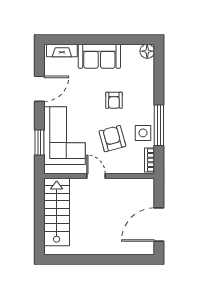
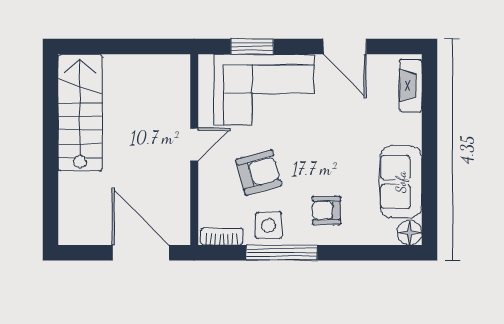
sofa: (99, 56) -> (401, 182), moved
armchair: (114, 100) -> (326, 210), moved
stairs: (57, 212) -> (80, 113), moved, turned -90
door: (159, 225) -> (141, 253), moved

